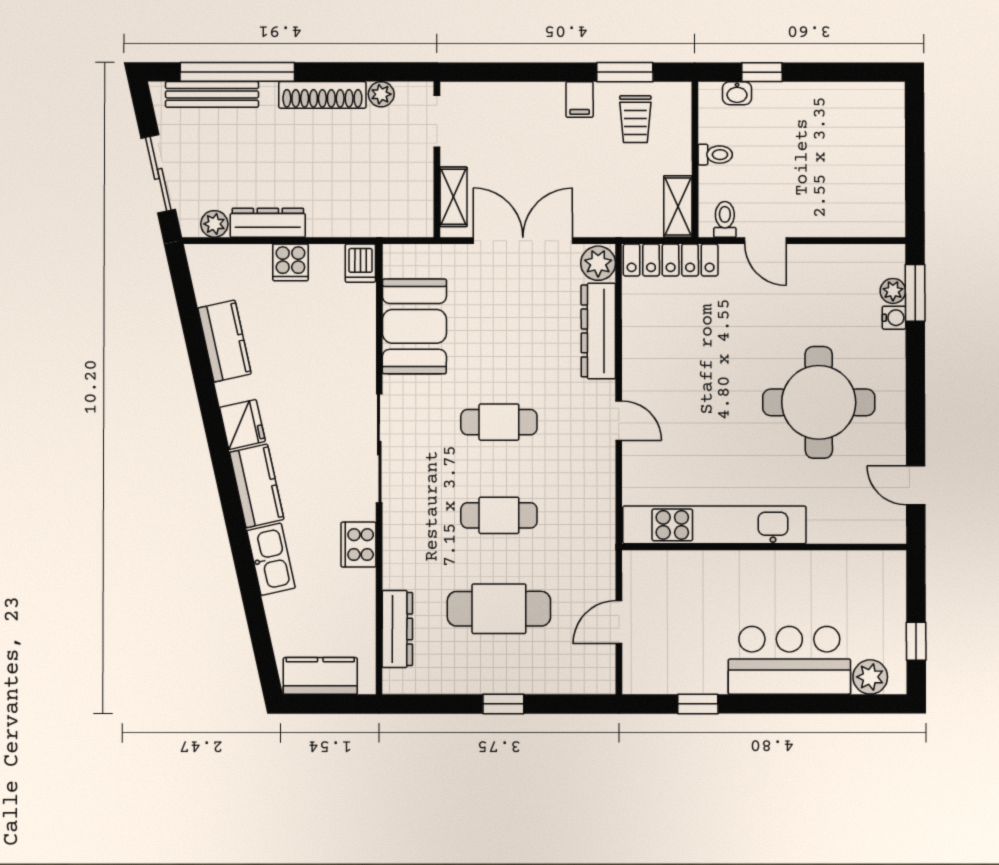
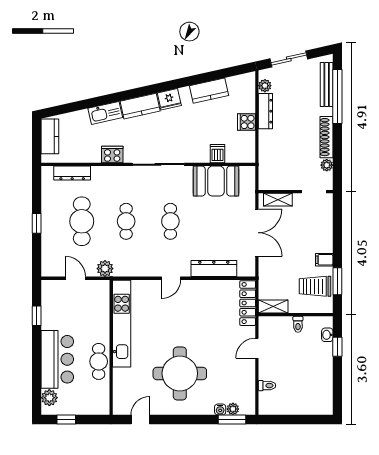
trolley: (635, 119) -> (315, 286), width x1.36, depth x1.39
toilet: (725, 219) -> (267, 386), moved
dishwasher: (360, 263) -> (218, 154), moved, turned 90
plant: (598, 263) -> (105, 269), moved
cafe table: (794, 573) -> (99, 361), added

